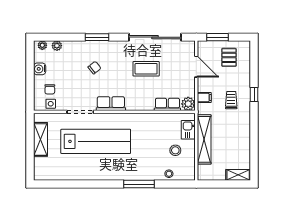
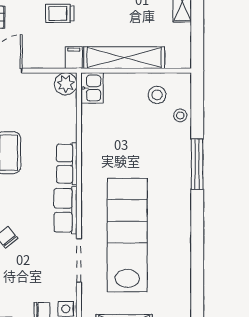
filing cabinet: (204, 98) -> (74, 58), moved
row of seats: (167, 104) -> (67, 164), moved
kitchen sink: (188, 130) -> (92, 88), moved, turned -90
stool: (175, 150) -> (157, 95), moved

